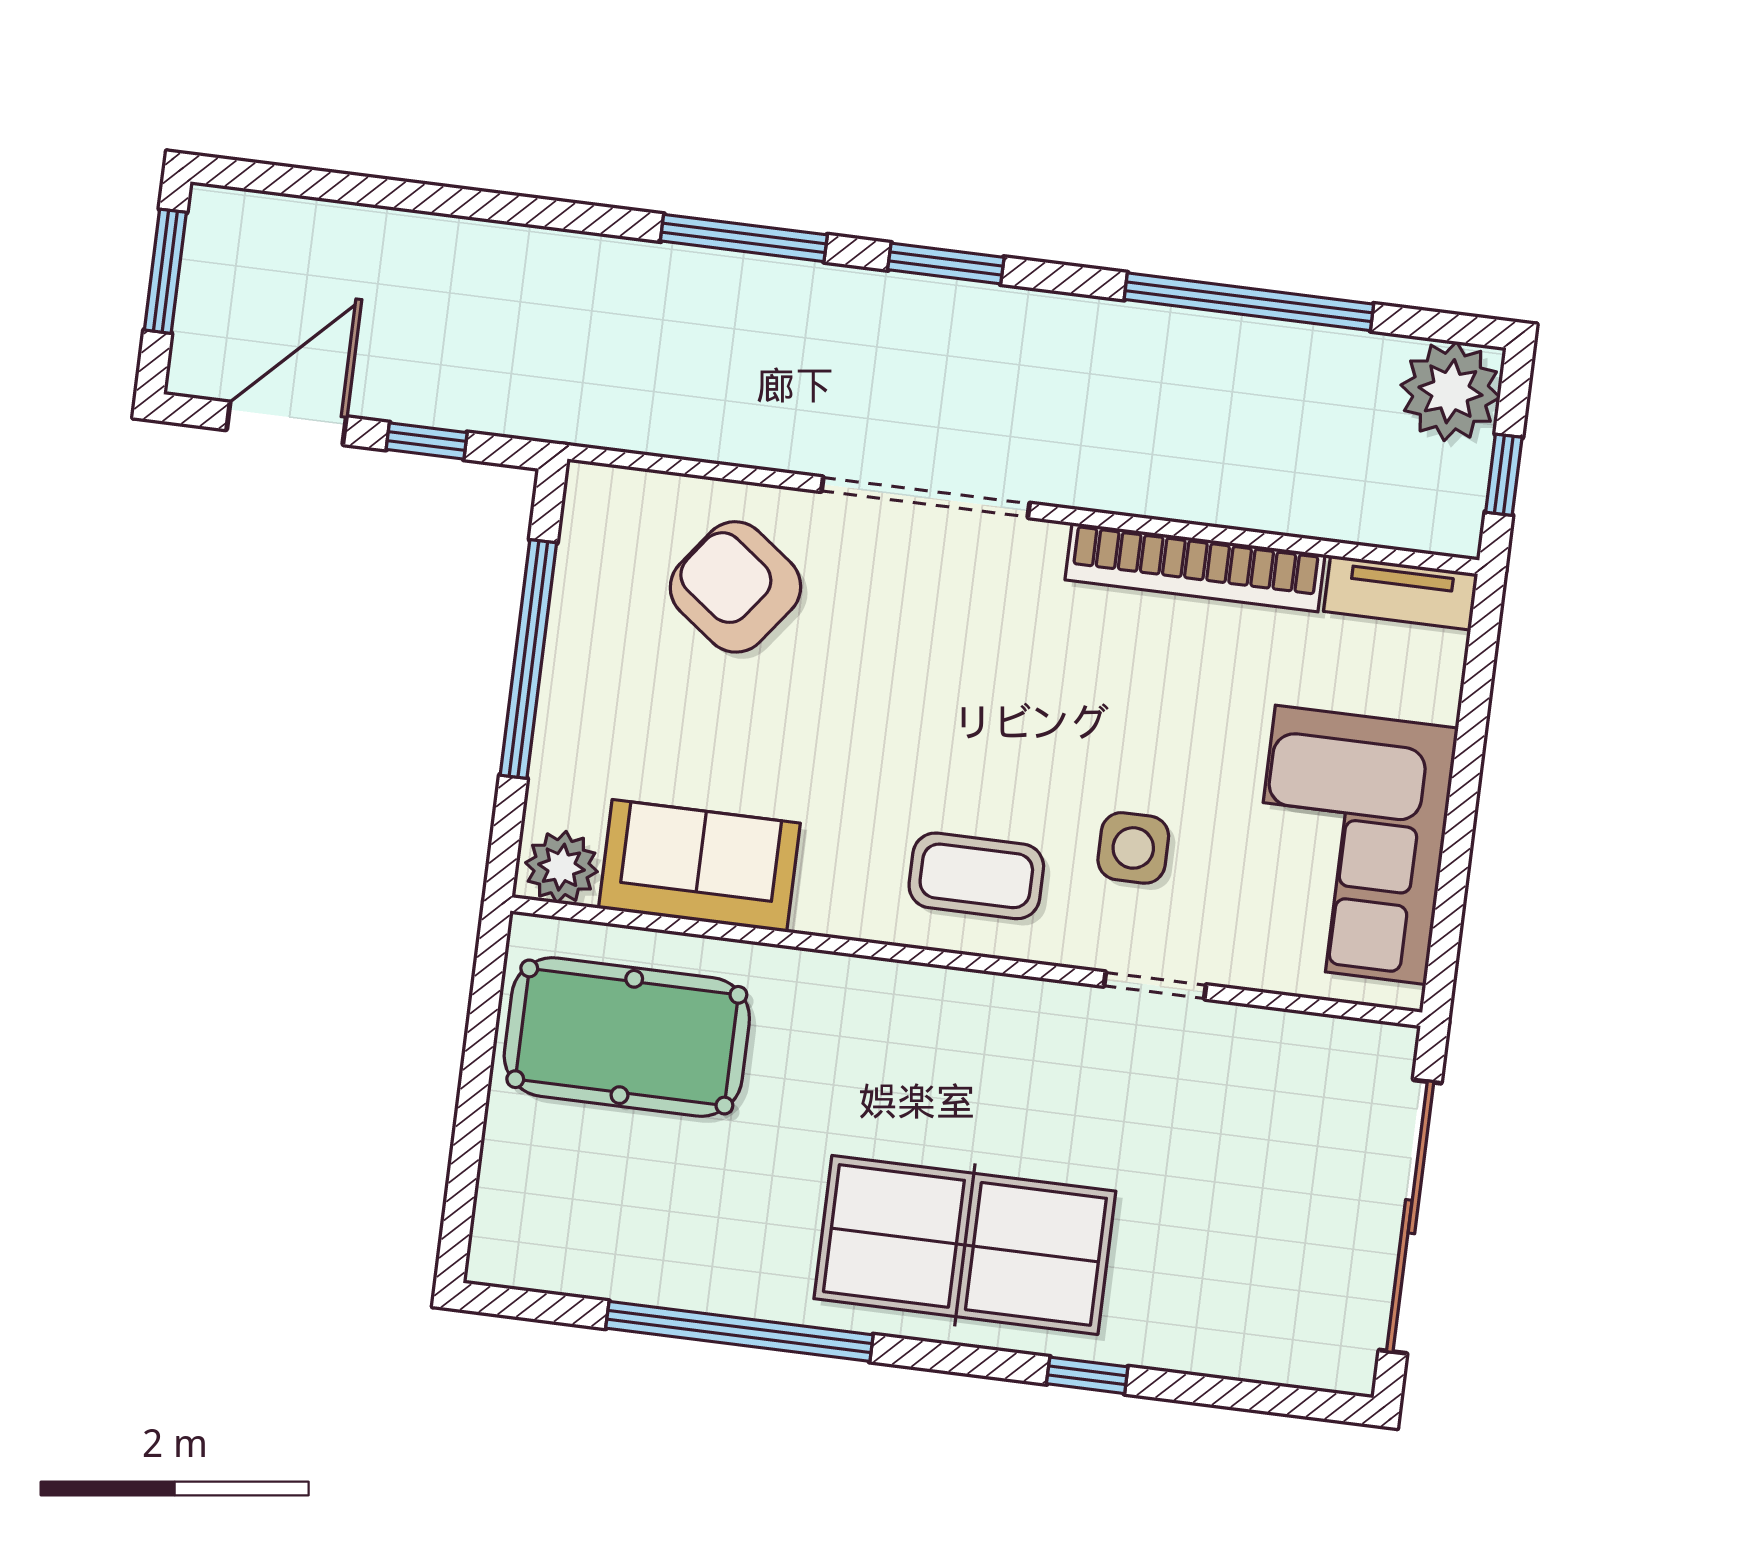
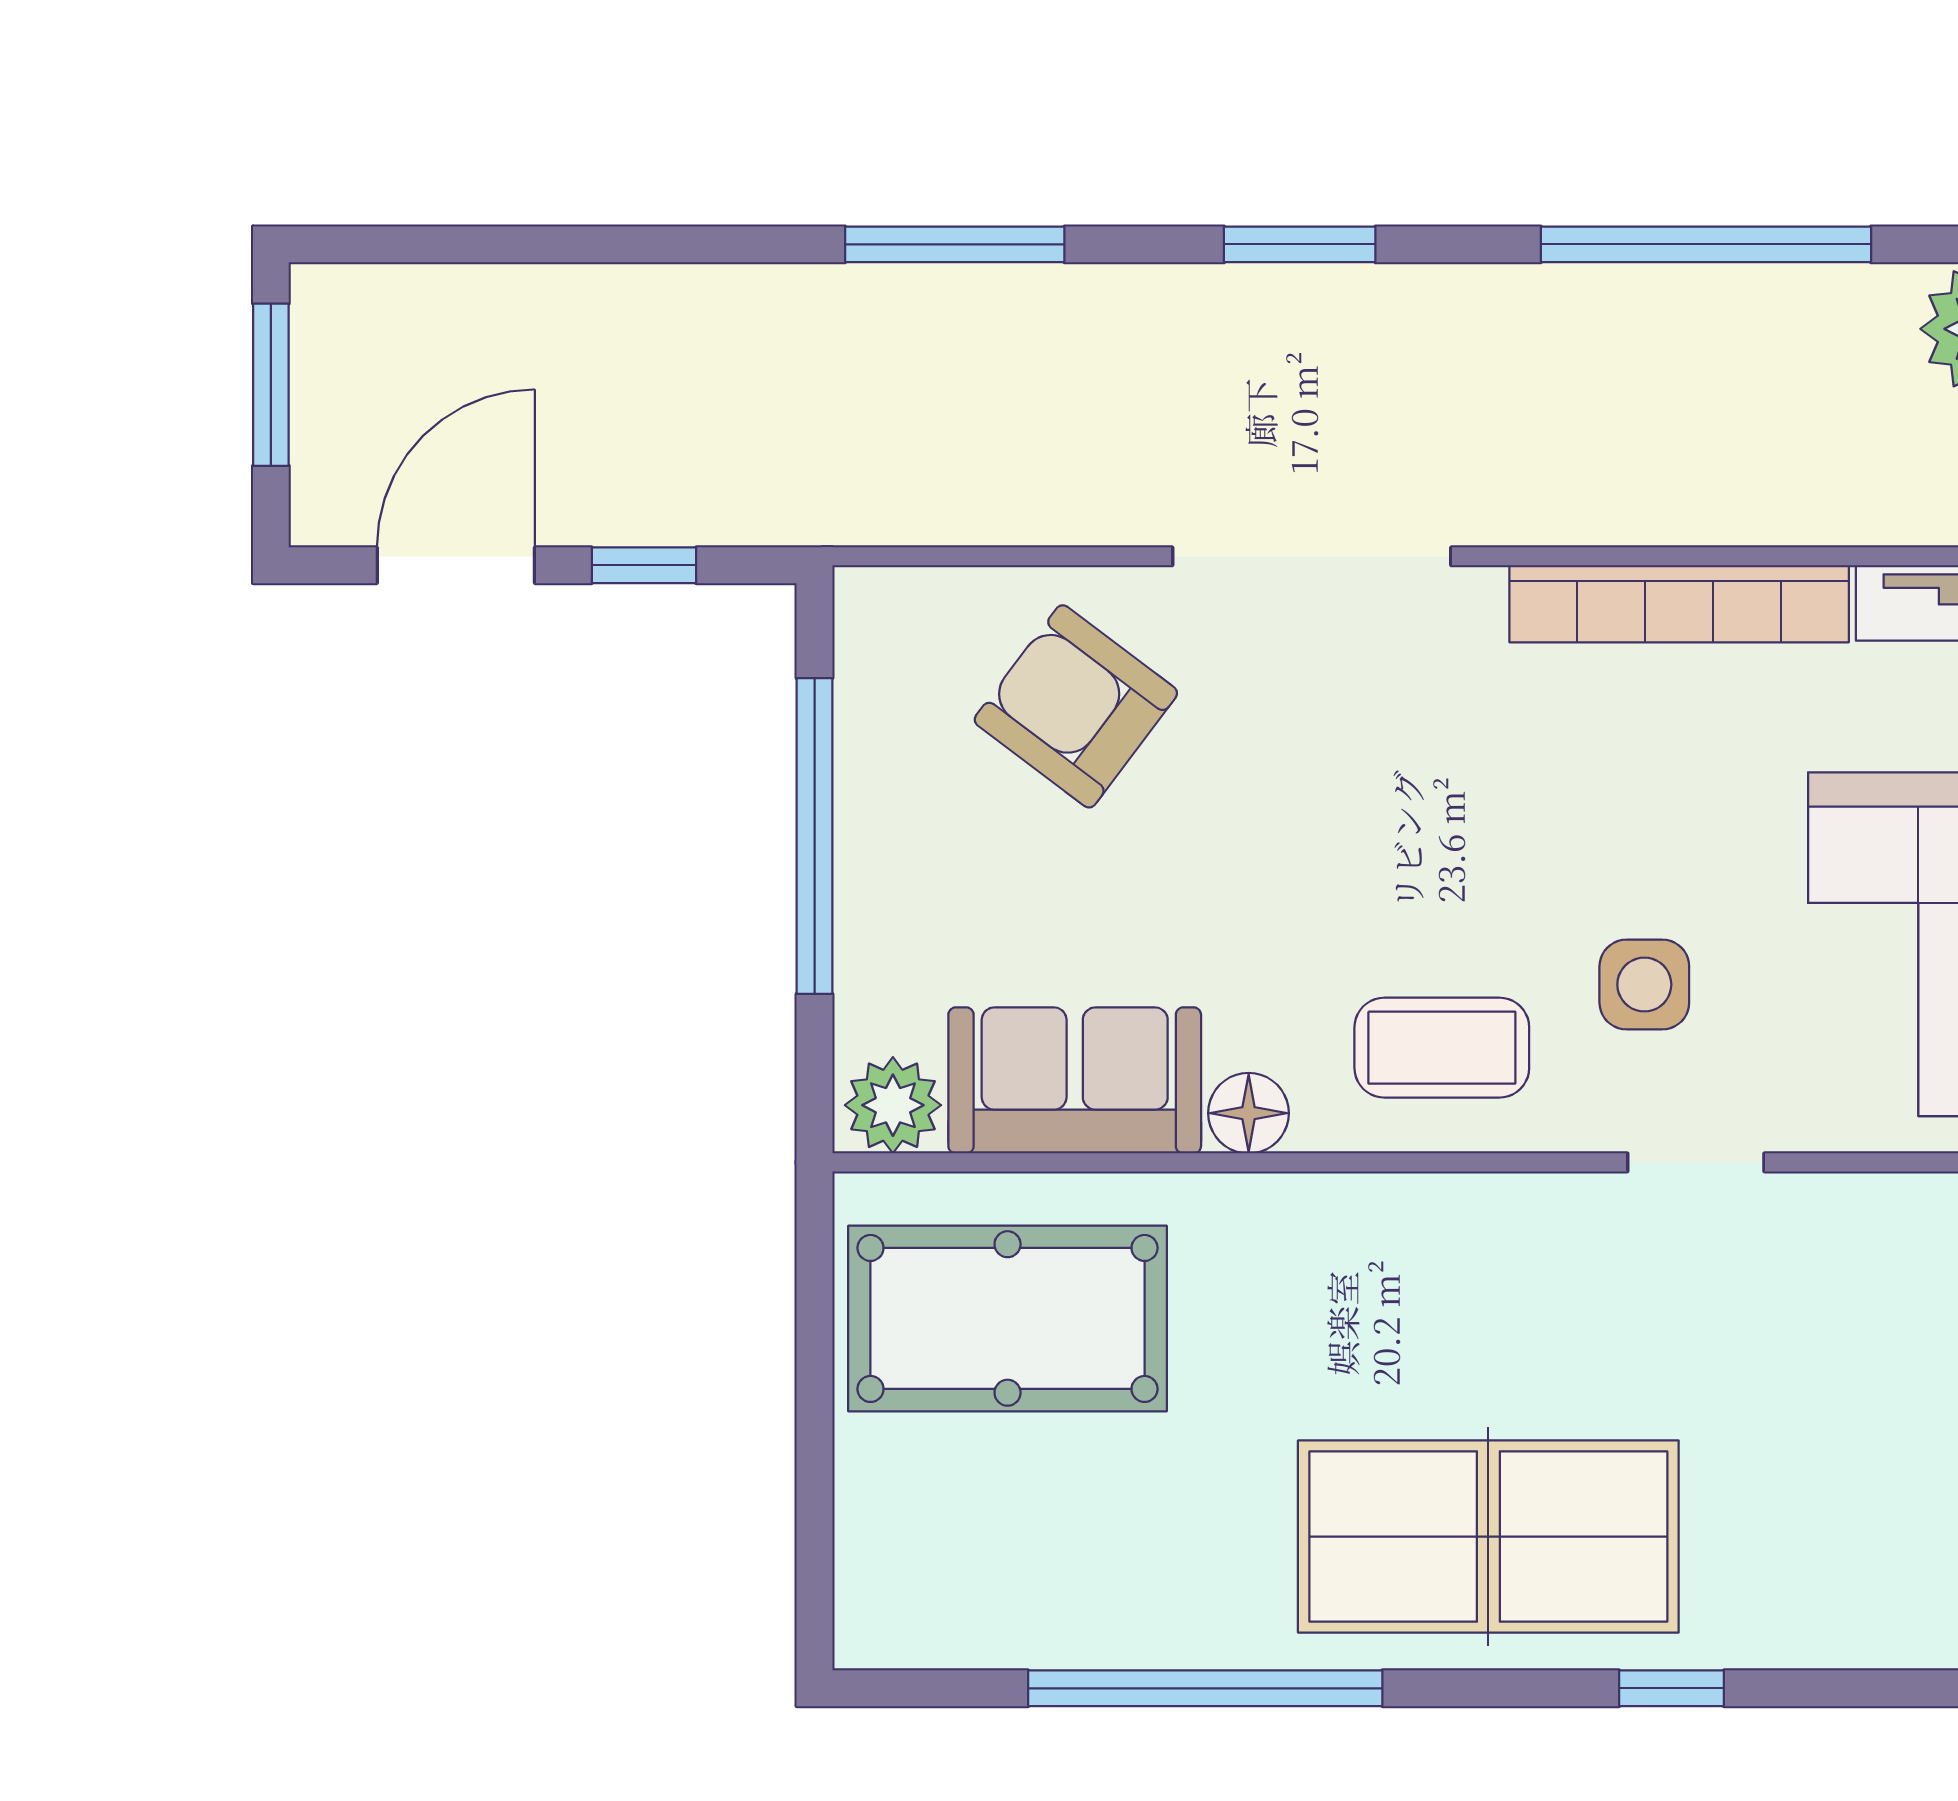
window: (744, 238) -> (955, 244), moved
floor lamp: (826, 907) -> (1249, 1113), added

